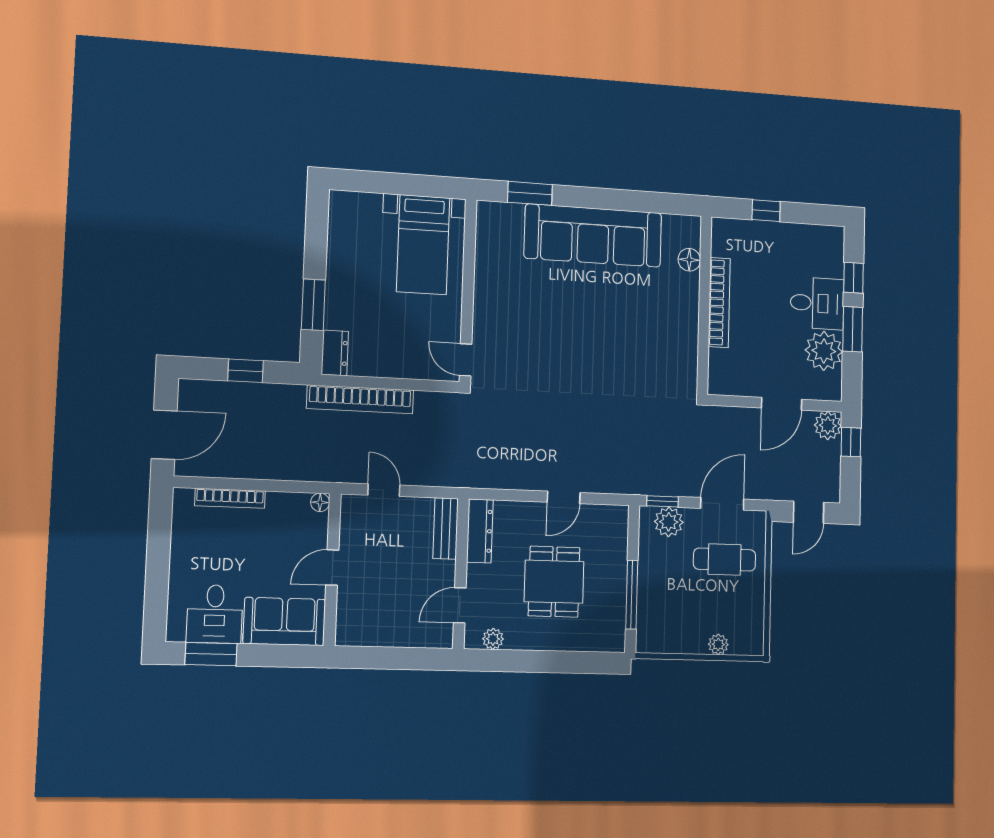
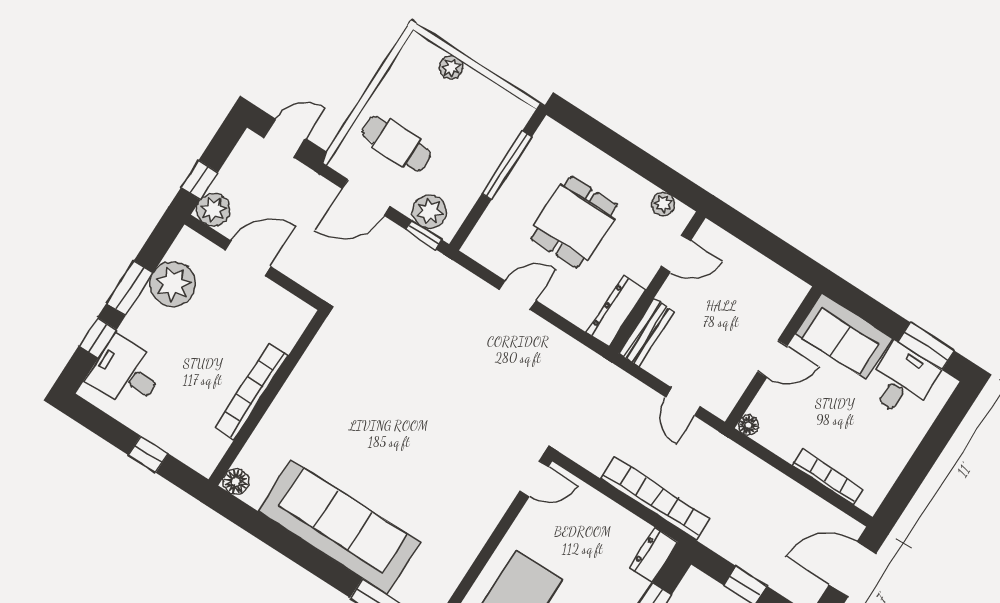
floor lamp: (689, 260) -> (236, 482), moved
desk: (817, 303) -> (126, 373), moved
door: (466, 360) -> (534, 479), hinge flipped

